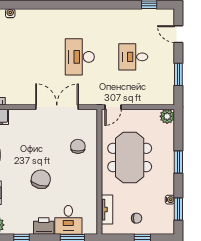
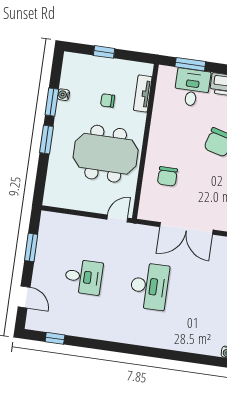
plant: (167, 116) -> (52, 198), removed
meeting table: (130, 157) -> (106, 154), turned 90
window: (178, 209) -> (52, 102), moved
chair: (137, 218) -> (108, 101), moved

